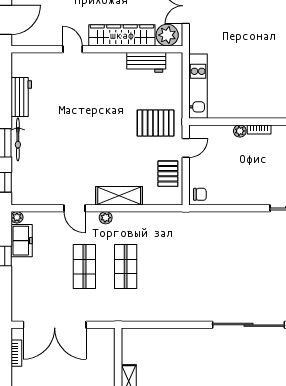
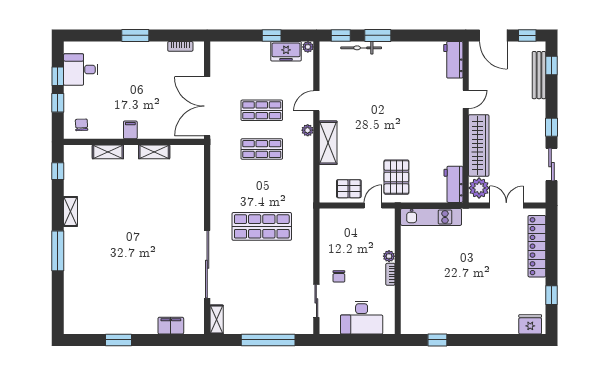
workbench: (146, 62) -> (453, 184), moved
workbench: (21, 97) -> (453, 60), moved, turned 90
bicycle: (18, 139) -> (361, 48), moved
door: (186, 148) -> (373, 205), swing flipped
chair: (200, 194) -> (339, 276), moved
shop shelf: (208, 266) -> (262, 226), added
double door: (55, 325) -> (207, 106), moved

